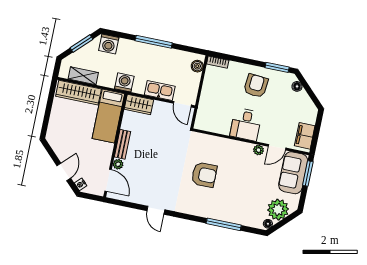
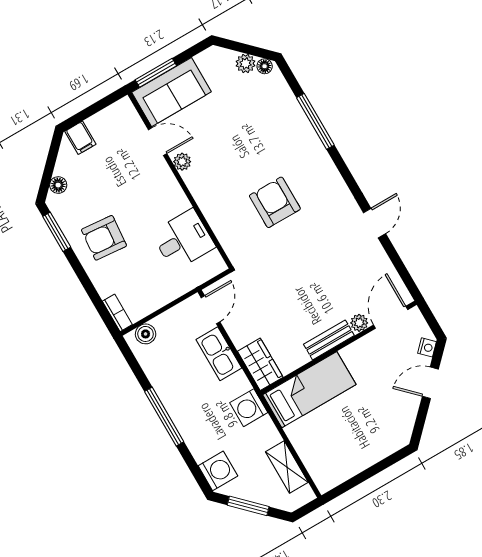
wardrobe: (78, 93) -> (314, 454), removed
desk: (246, 124) -> (183, 240), moved
filing cabinet: (305, 136) -> (80, 138), moved, width x0.50
plant: (278, 210) -> (246, 64), width x0.53, depth x0.53

